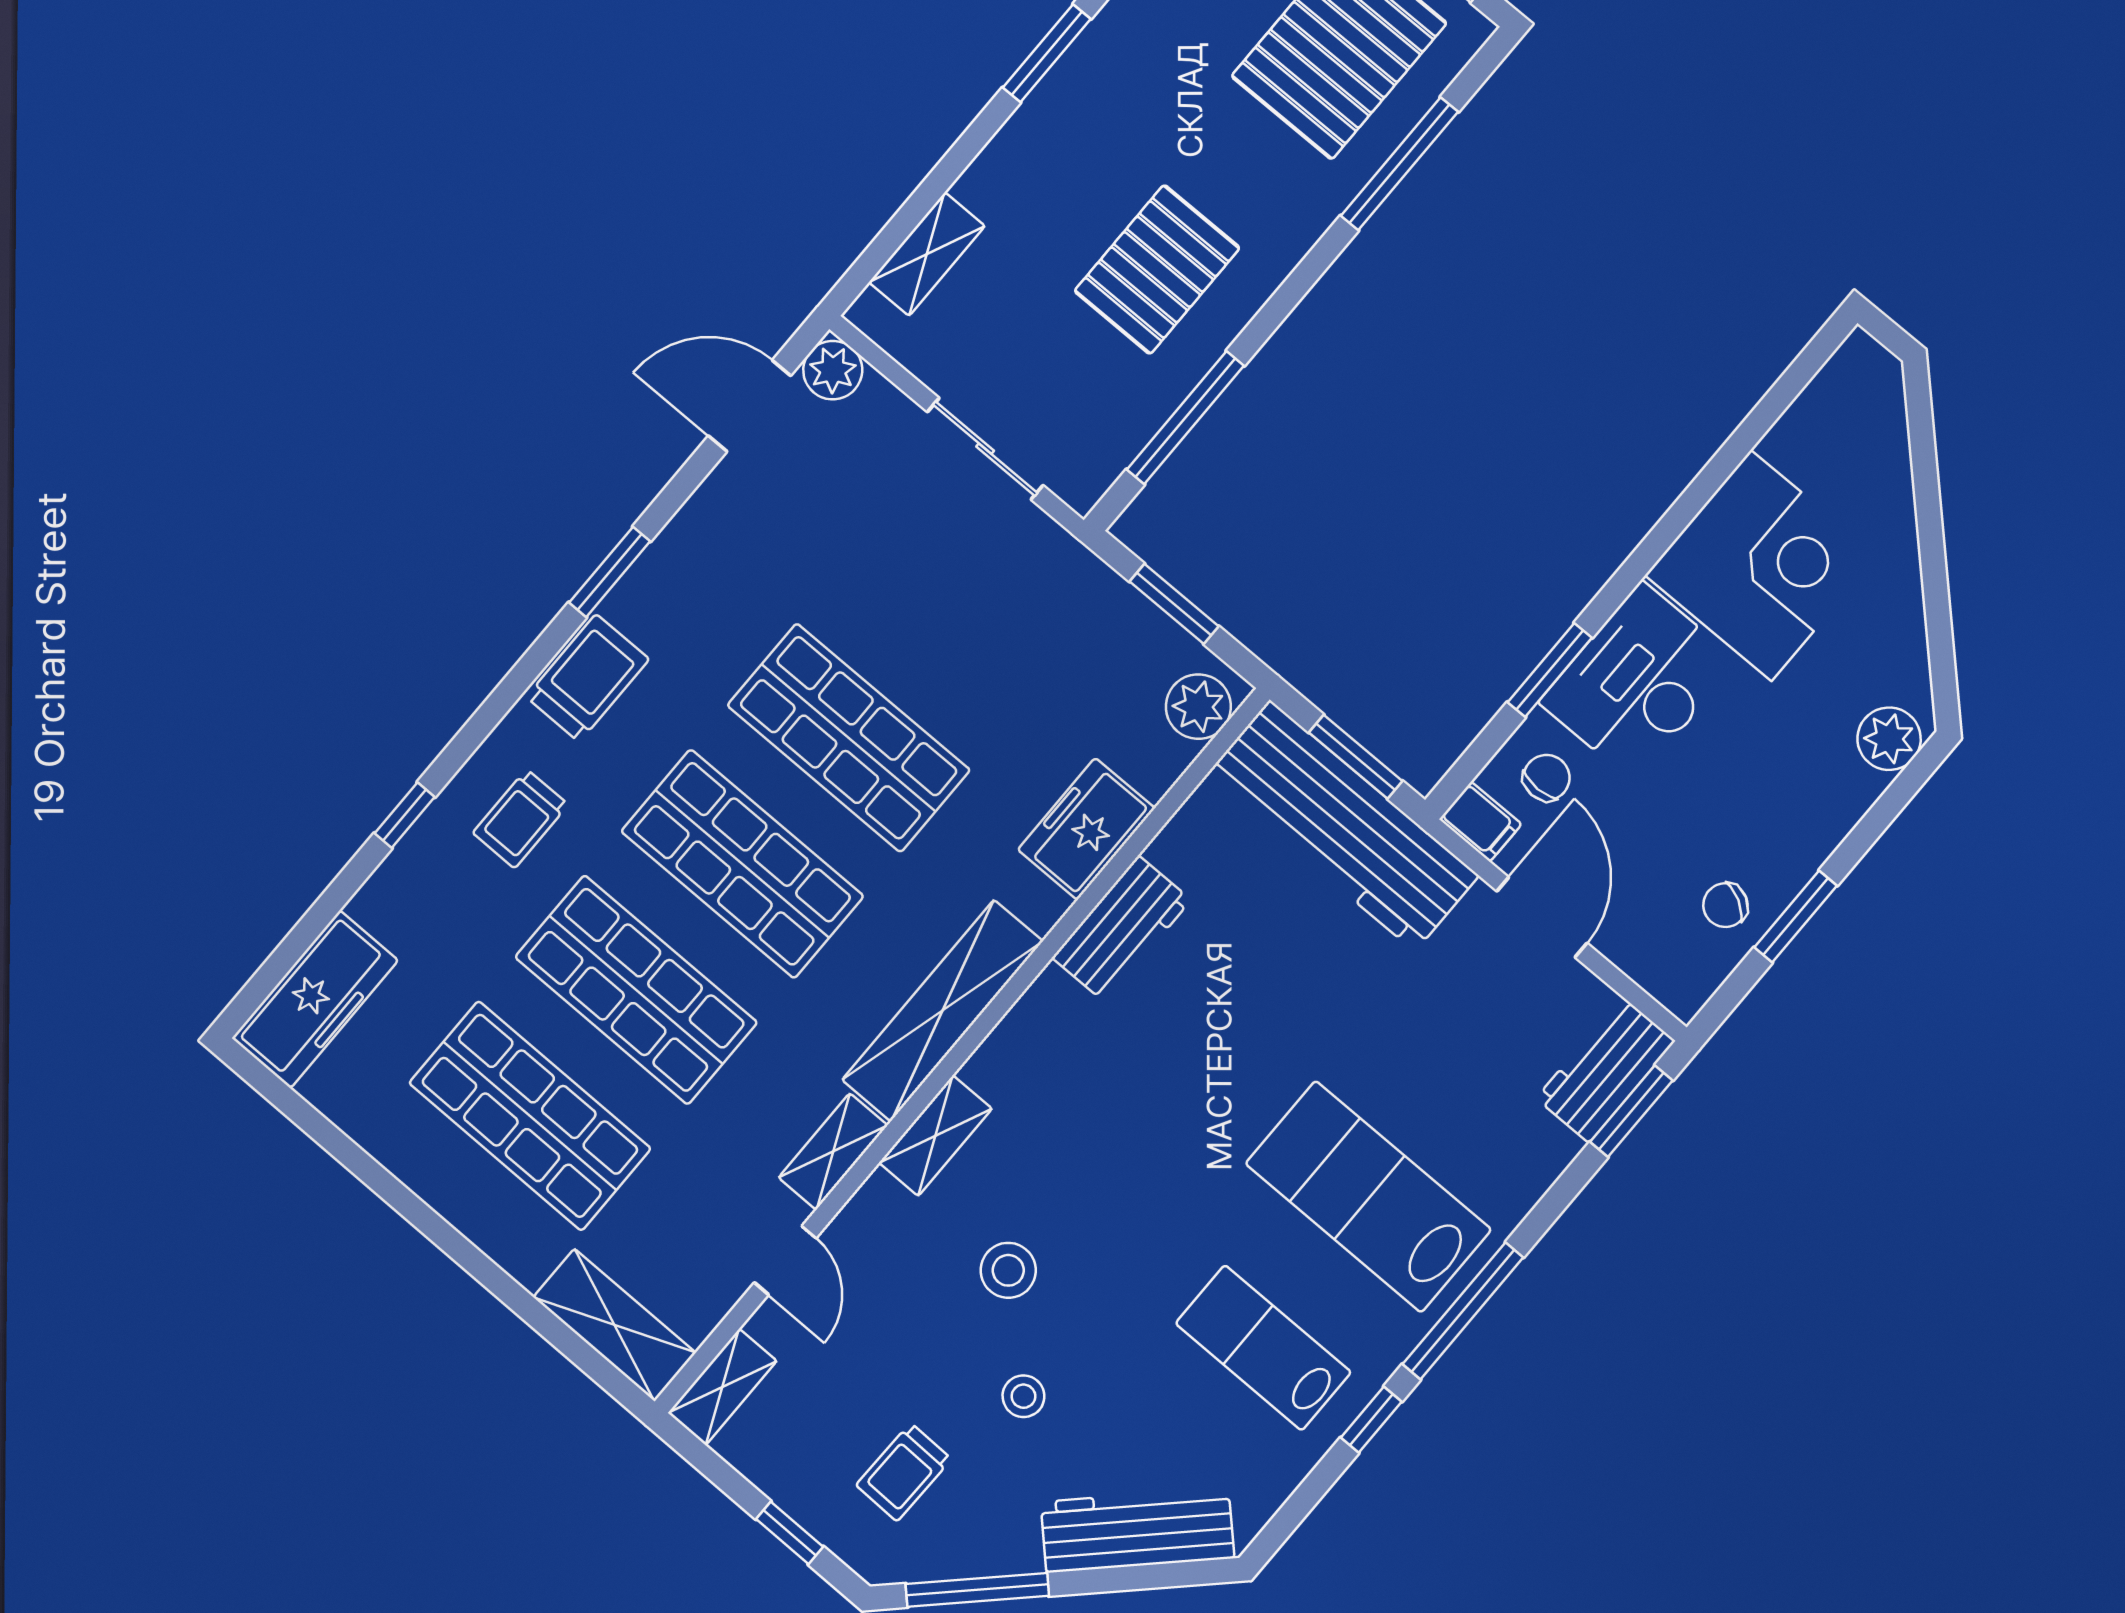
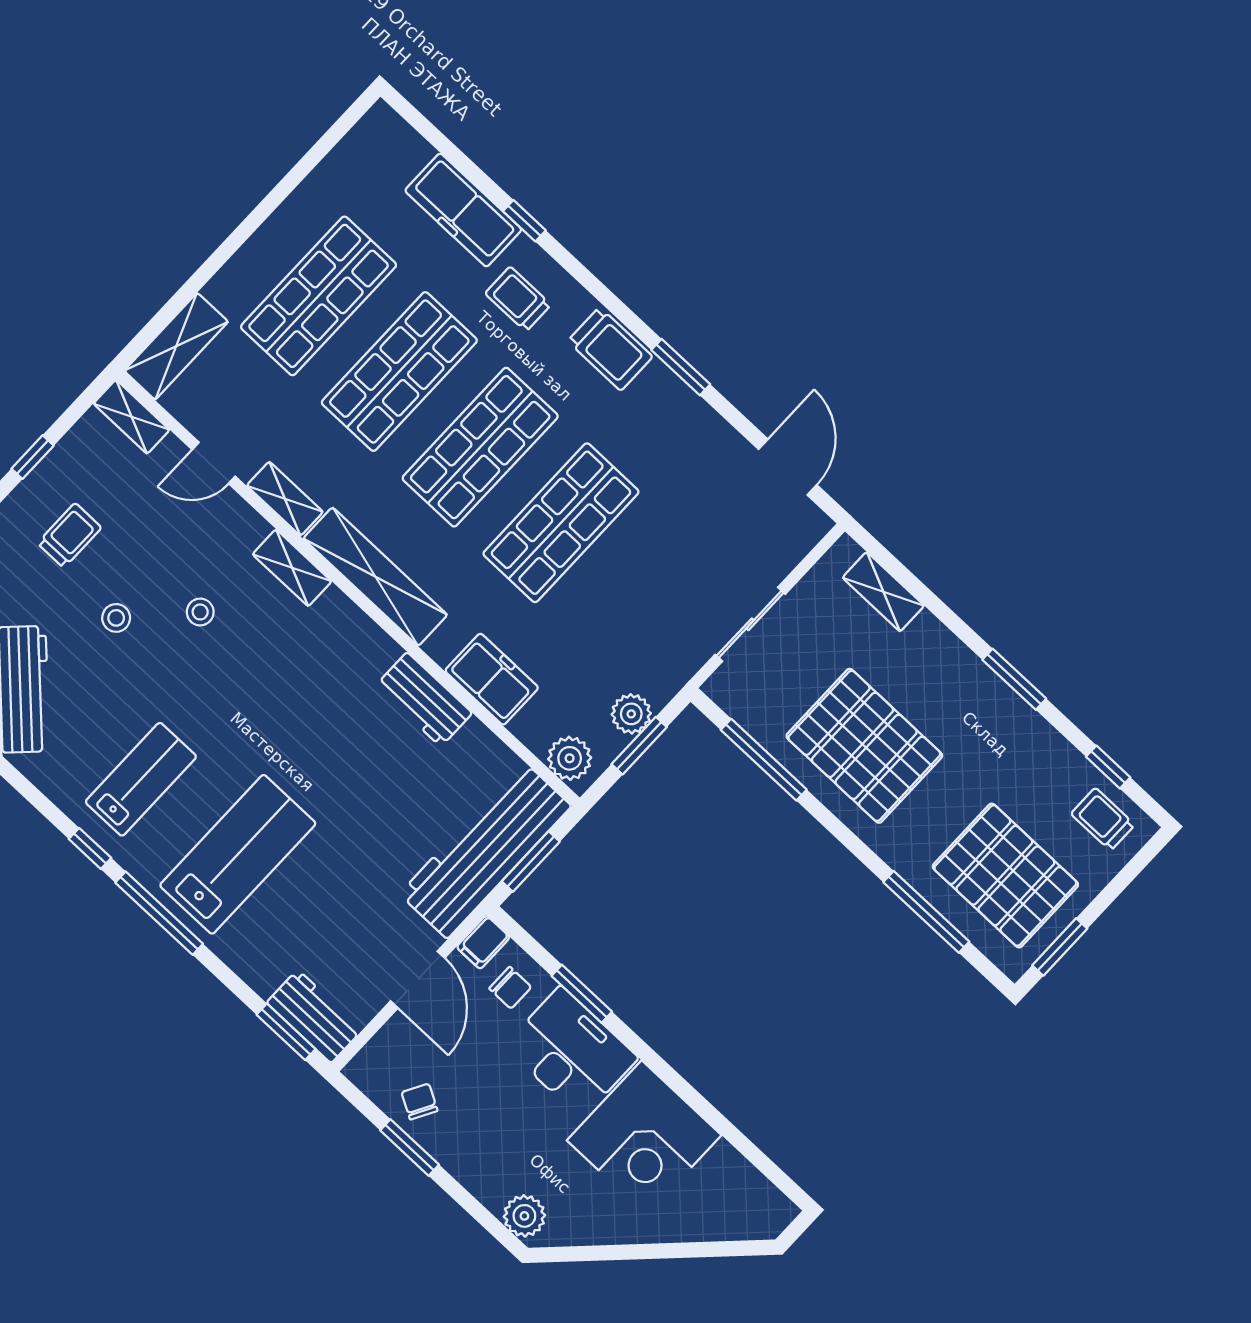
pallet: (1157, 269) -> (864, 746), width x1.37, depth x1.41
plant: (833, 370) -> (631, 714), moved
door: (1542, 917) -> (418, 980), hinge flipped
freezer: (315, 999) -> (463, 210), moved
stool: (1008, 1270) -> (200, 612), width x0.73, depth x0.73
trolley: (904, 1472) -> (69, 535), turned 89

